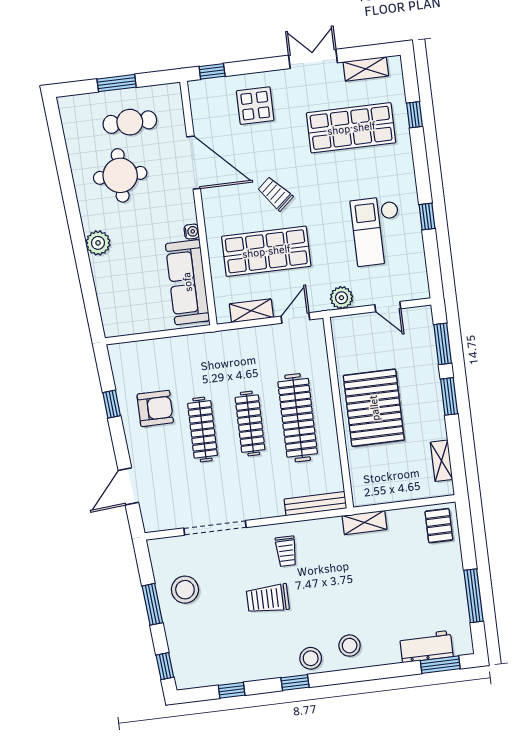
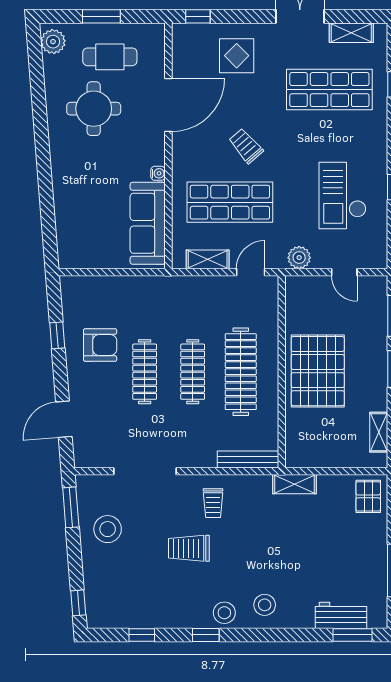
door: (194, 163) -> (168, 105), hinge flipped
plant: (98, 243) -> (53, 42), moved
window: (152, 604) -> (71, 507), moved

